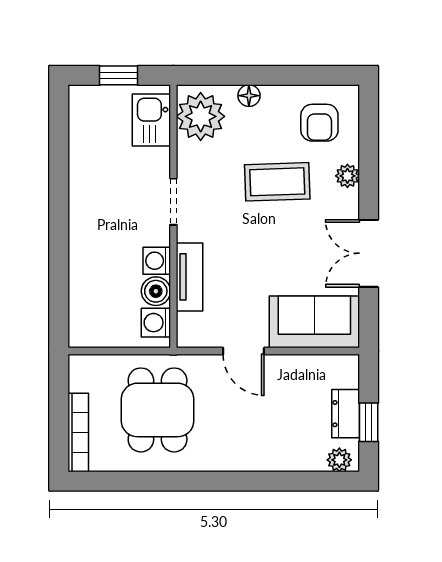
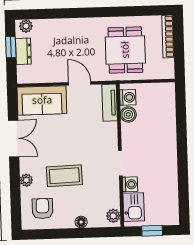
plant: (201, 116) -> (113, 216), width x0.53, depth x0.53
washing machine: (157, 261) -> (130, 184), moved
tv unit: (190, 277) -> (110, 103), moved

